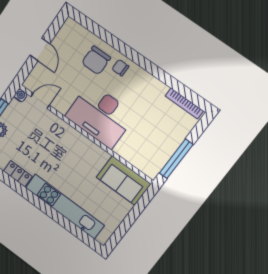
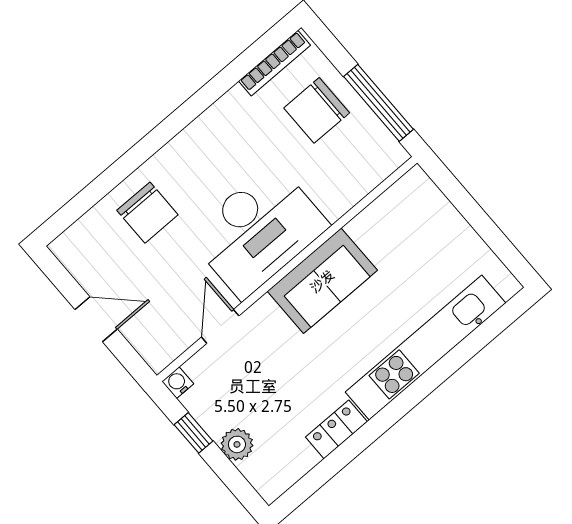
chair: (120, 68) -> (317, 110), moved, width x1.87, depth x1.87
door: (40, 101) -> (220, 326), moved
sofa: (123, 181) -> (322, 281), moved

